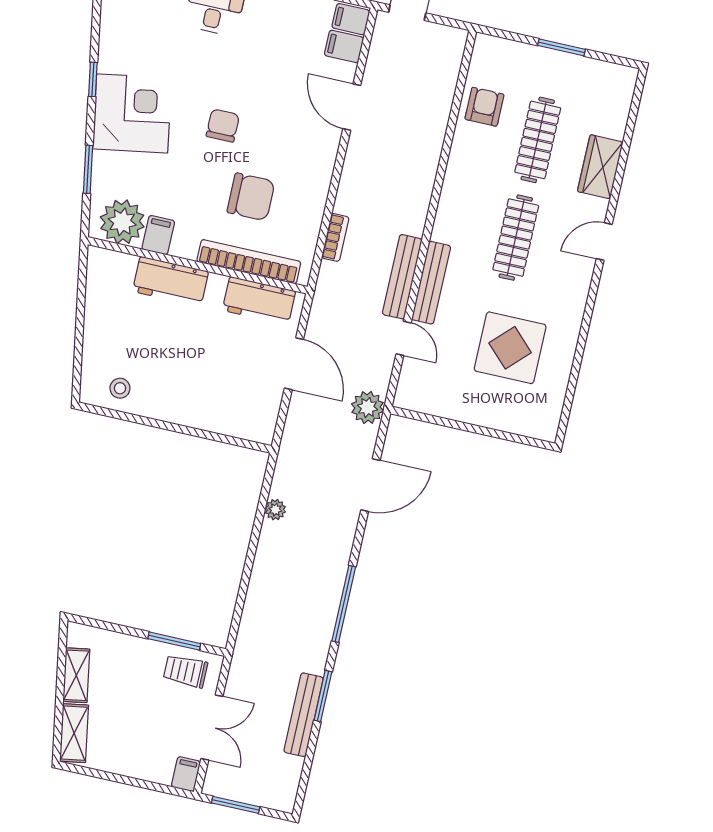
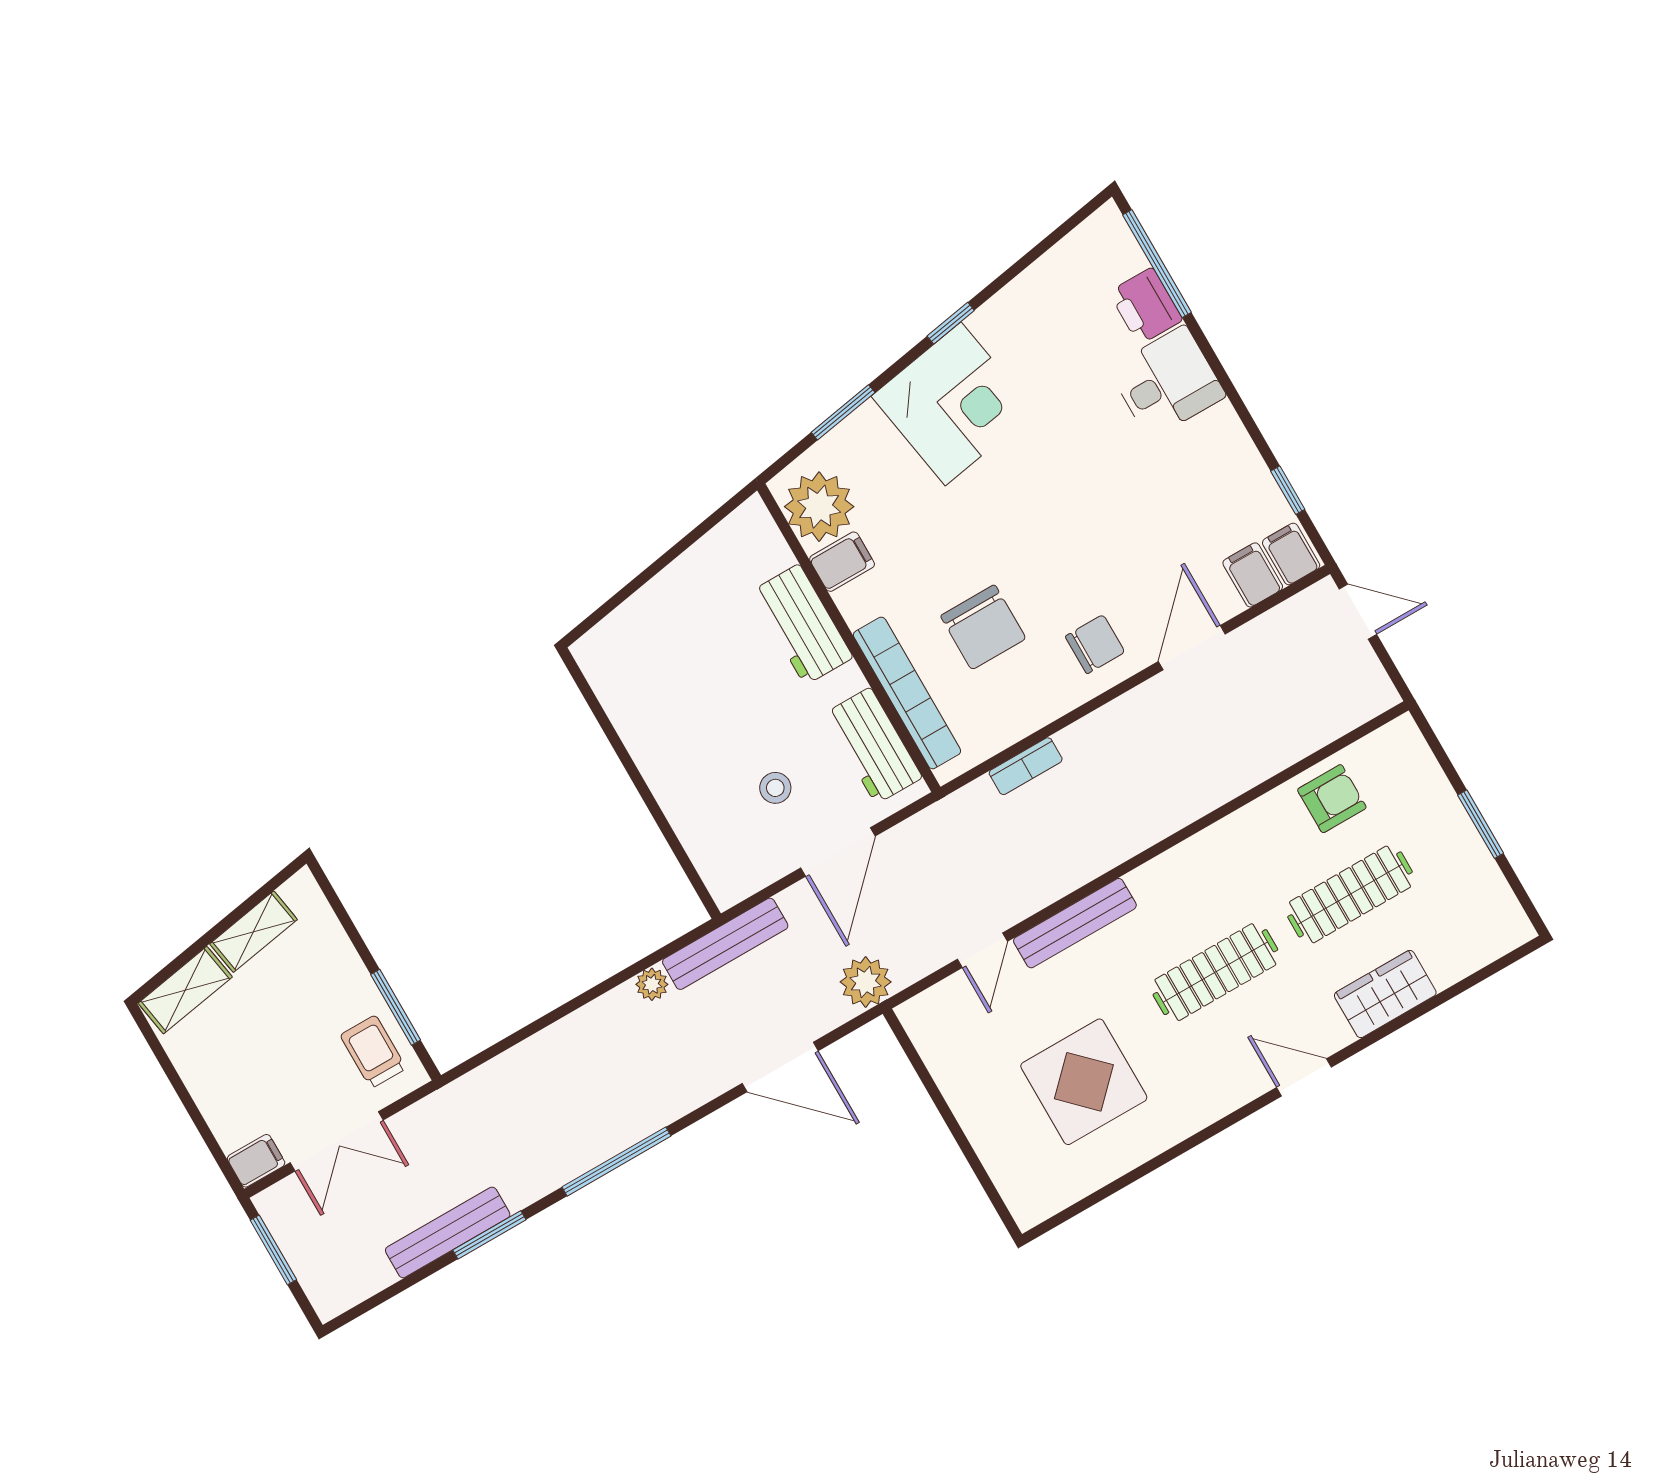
chair: (223, 126) -> (1095, 644), moved
bench: (402, 277) -> (725, 944), moved
stool: (120, 388) -> (775, 788), moved

